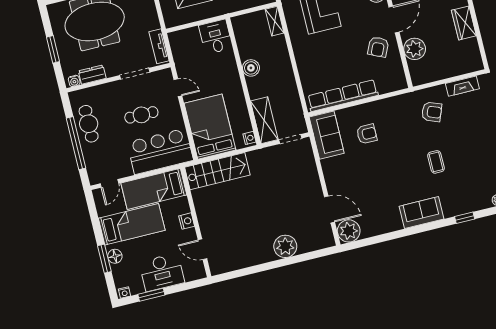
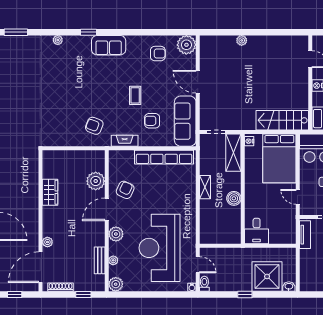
shelving: (275, 21) -> (205, 187), moved
fireplace: (462, 86) -> (125, 141), moved
sofa: (327, 135) -> (185, 121), width x1.36
coffee table: (436, 162) -> (135, 95), moved
door: (330, 209) -> (198, 82), moved
armchair: (379, 213) -> (158, 54), added
sofa: (422, 213) -> (109, 45), moved
plant: (285, 246) -> (242, 40), width x0.53, depth x0.53

